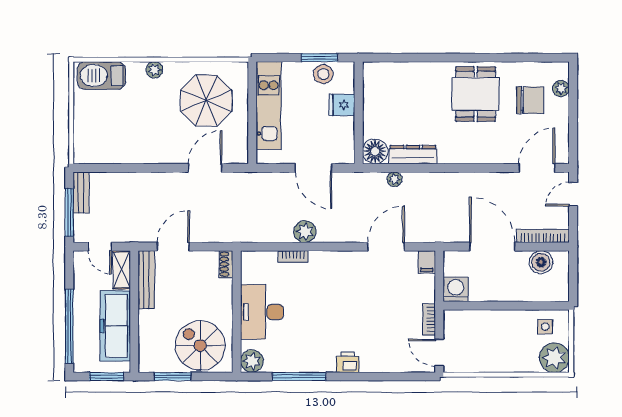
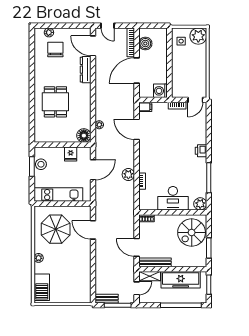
dining table: (476, 94) -> (55, 102), moved, turned 90
fridge: (342, 105) -> (71, 154), moved
dresser: (413, 155) -> (86, 70), moved

